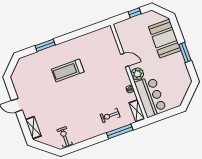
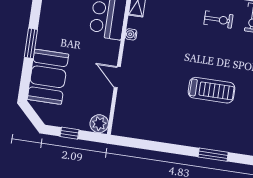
treadmill: (68, 70) -> (212, 90), moved
plant: (137, 74) -> (99, 124), moved
exercise bike: (110, 116) -> (218, 20), moved

